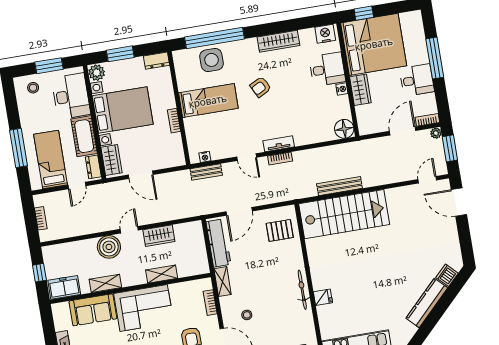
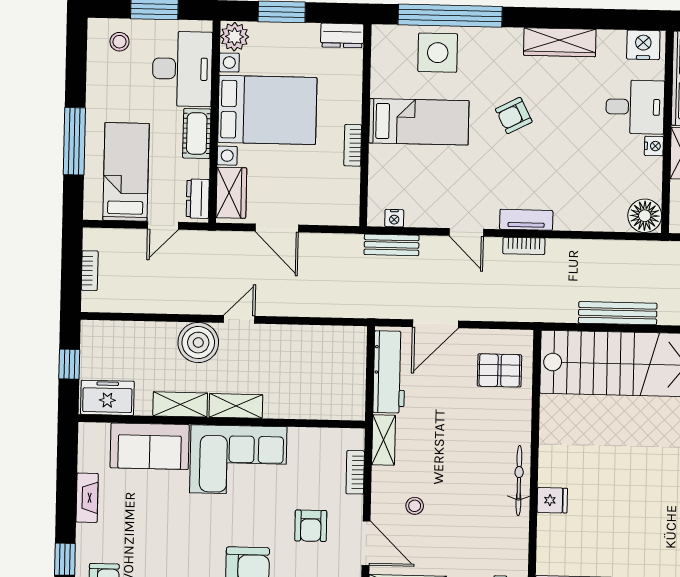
cot: (84, 136) -> (197, 133), width x0.73, depth x0.75
wardrobe: (159, 236) -> (288, 339), removed
shelving: (162, 274) -> (236, 406), moved

